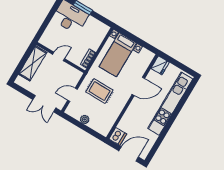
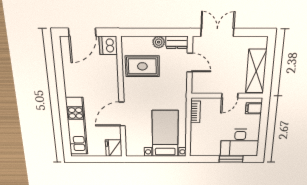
filing cabinet: (47, 38) -> (254, 108), added
rug: (99, 91) -> (142, 66), moved
door: (73, 95) -> (190, 62), hinge flipped
kitchen unit: (170, 104) -> (77, 126), width x0.73
dresser: (73, 112) -> (177, 42), added

